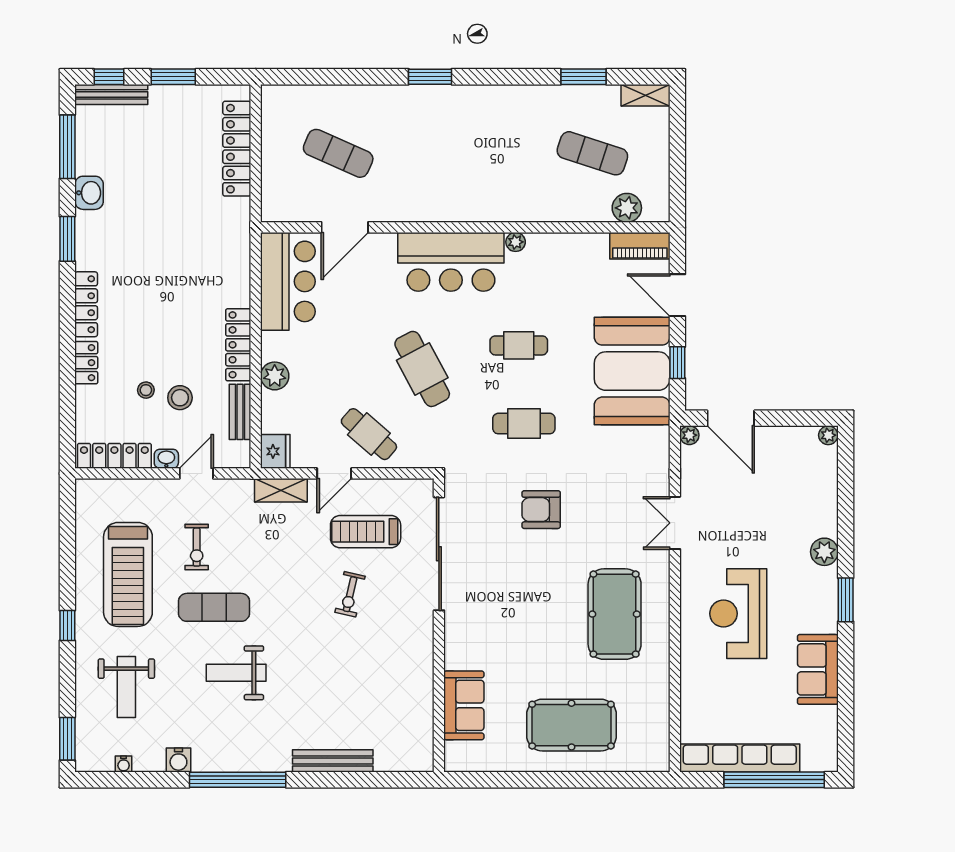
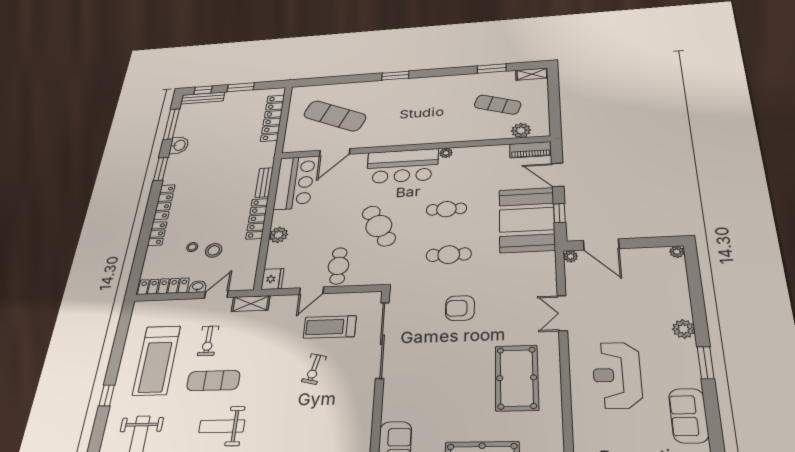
exercise mat: (338, 153) -> (335, 116), width x1.36, depth x1.45
bench: (240, 412) -> (264, 182), moved
cafe table: (369, 434) -> (338, 266), turned 49
shelving: (281, 490) -> (251, 304), moved

